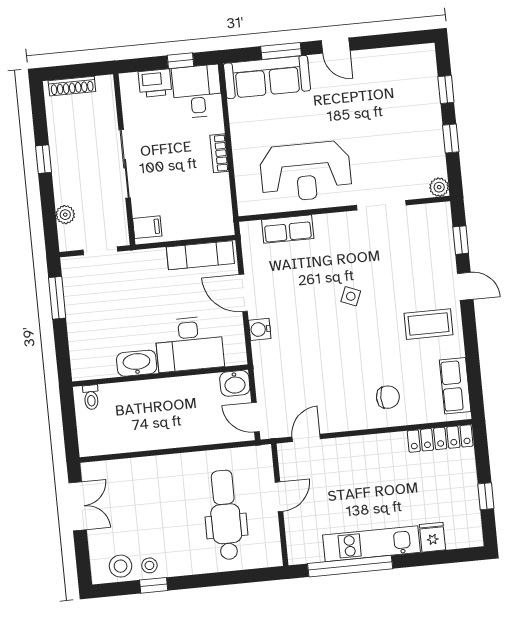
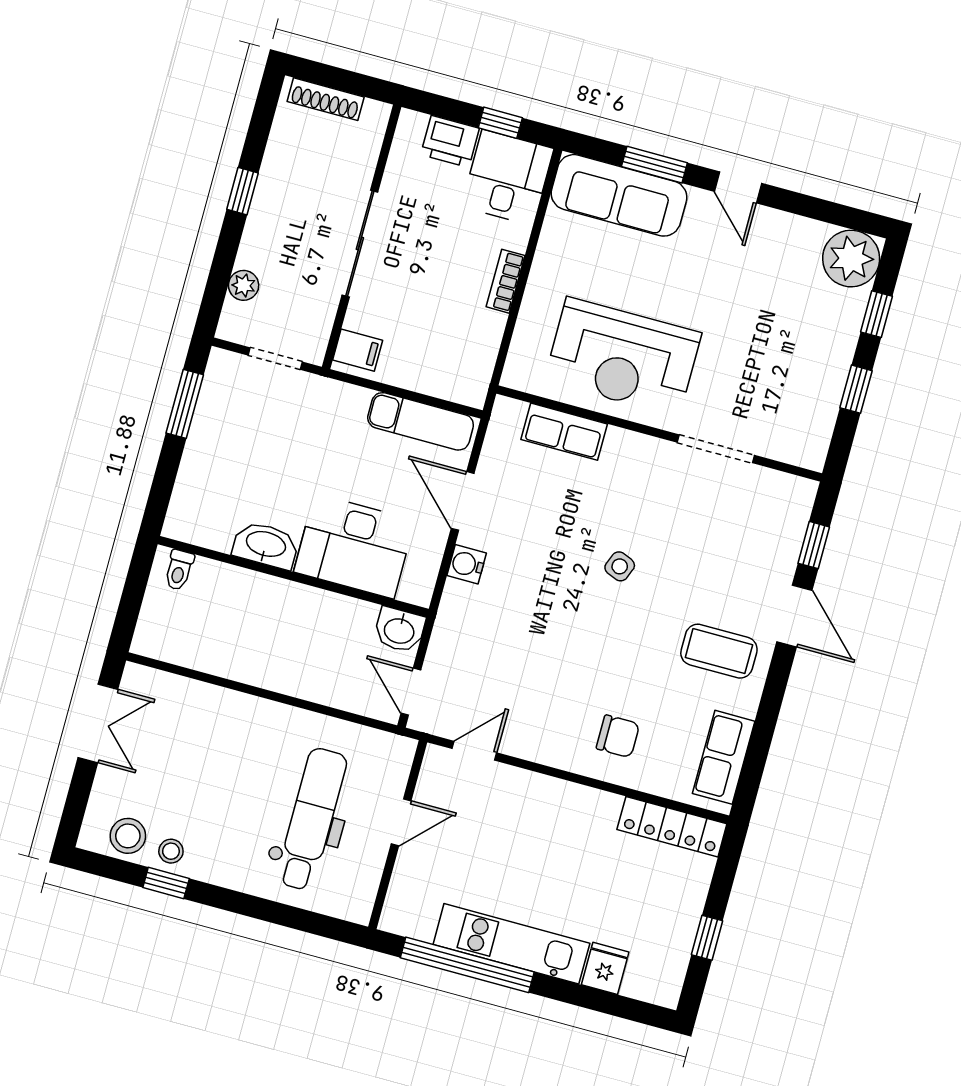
plant: (439, 187) -> (851, 259), moved, width x1.88, depth x1.88
door: (465, 286) -> (794, 616), width x1.38

